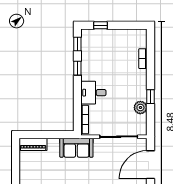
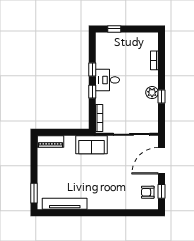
window: (77, 44) -> (92, 92), moved
desk: (93, 93) -> (108, 80), moved
plant: (140, 108) -> (152, 93), moved

